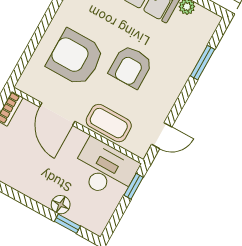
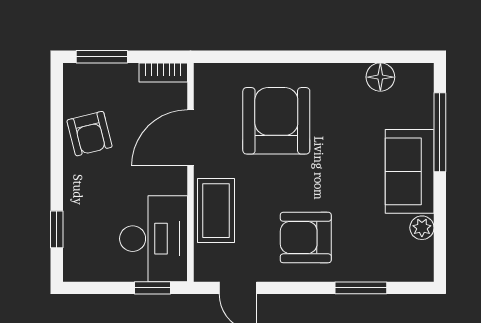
armchair: (131, 67) -> (306, 238), moved
armchair: (21, 173) -> (89, 134), added
floor lamp: (61, 205) -> (76, 207), removed

